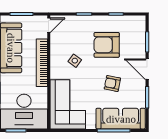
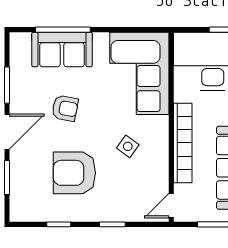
armchair: (107, 45) -> (74, 173), turned 180
door: (147, 69) -> (7, 132), hinge flipped
sofa: (121, 119) -> (62, 50), width x0.73

